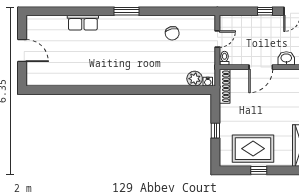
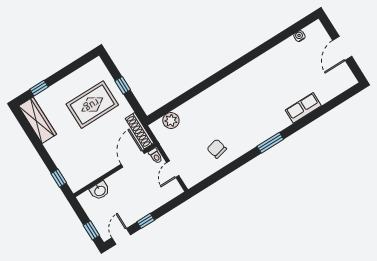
door: (22, 51) -> (342, 48), hinge flipped
door: (261, 67) -> (133, 159), moved
water cooler: (208, 82) -> (299, 36), moved
rug: (253, 149) -> (92, 105), moved
window: (259, 170) -> (39, 88), moved

